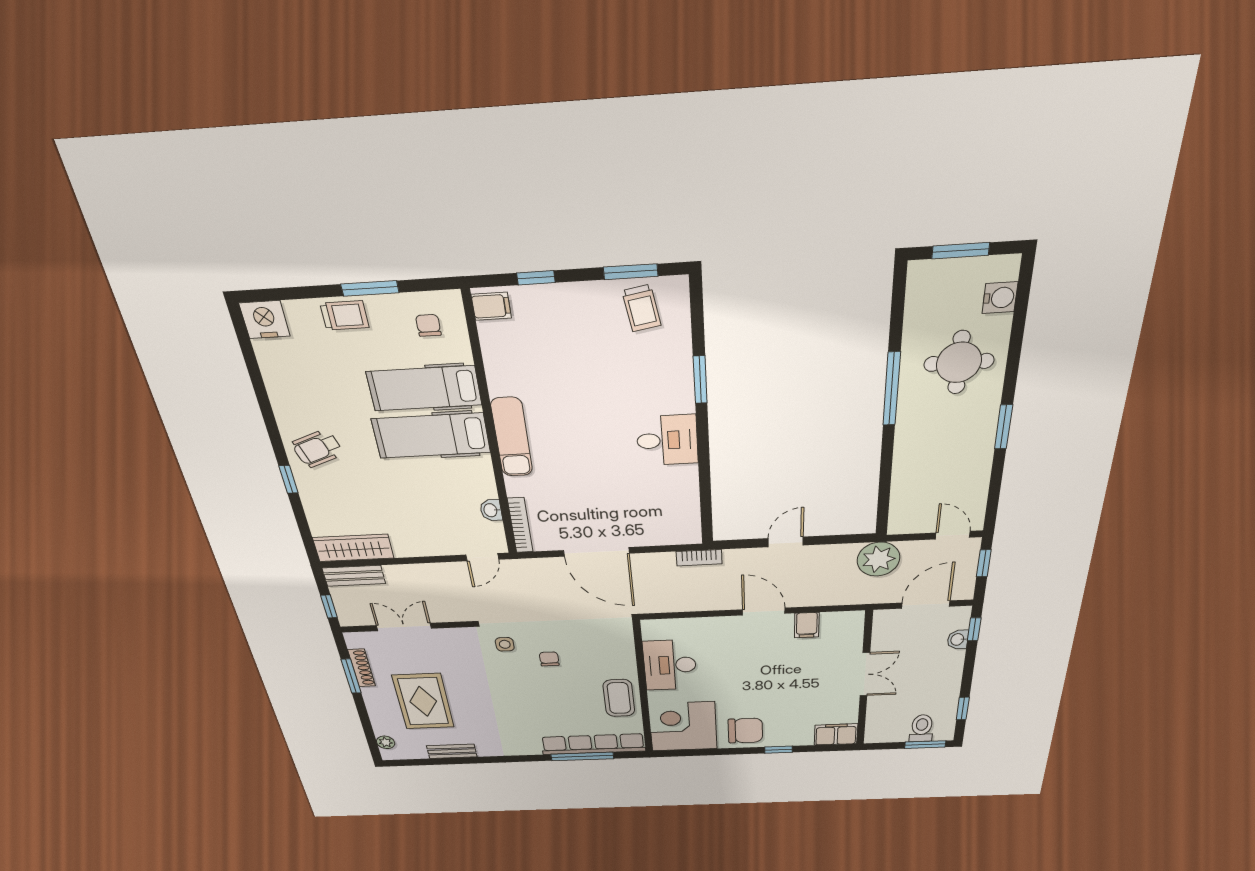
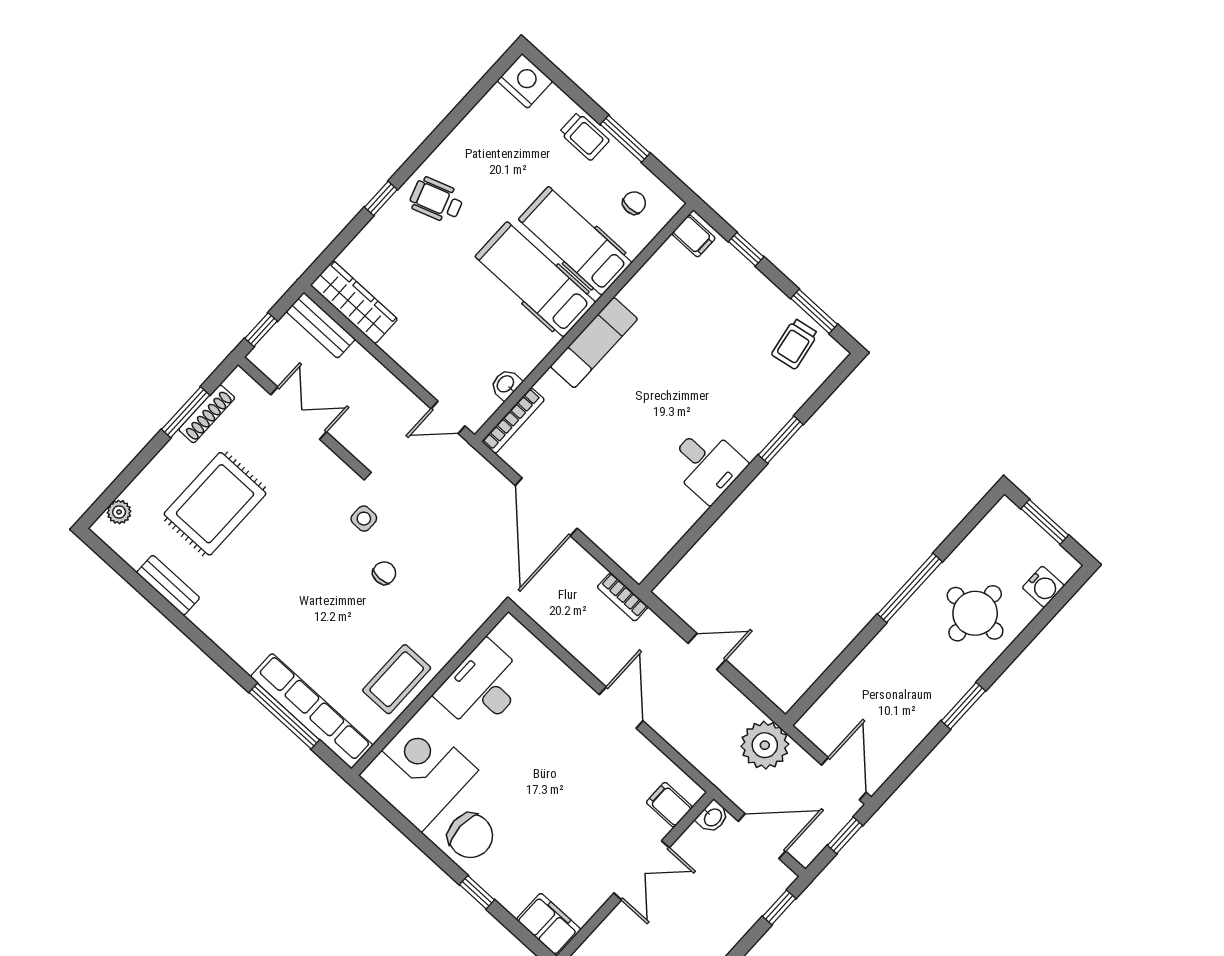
door: (953, 535) -> (844, 779), width x1.38
filing cabinet: (807, 625) -> (669, 805), moved, turned 90
washbasin: (958, 639) -> (712, 817), moved, turned 180

